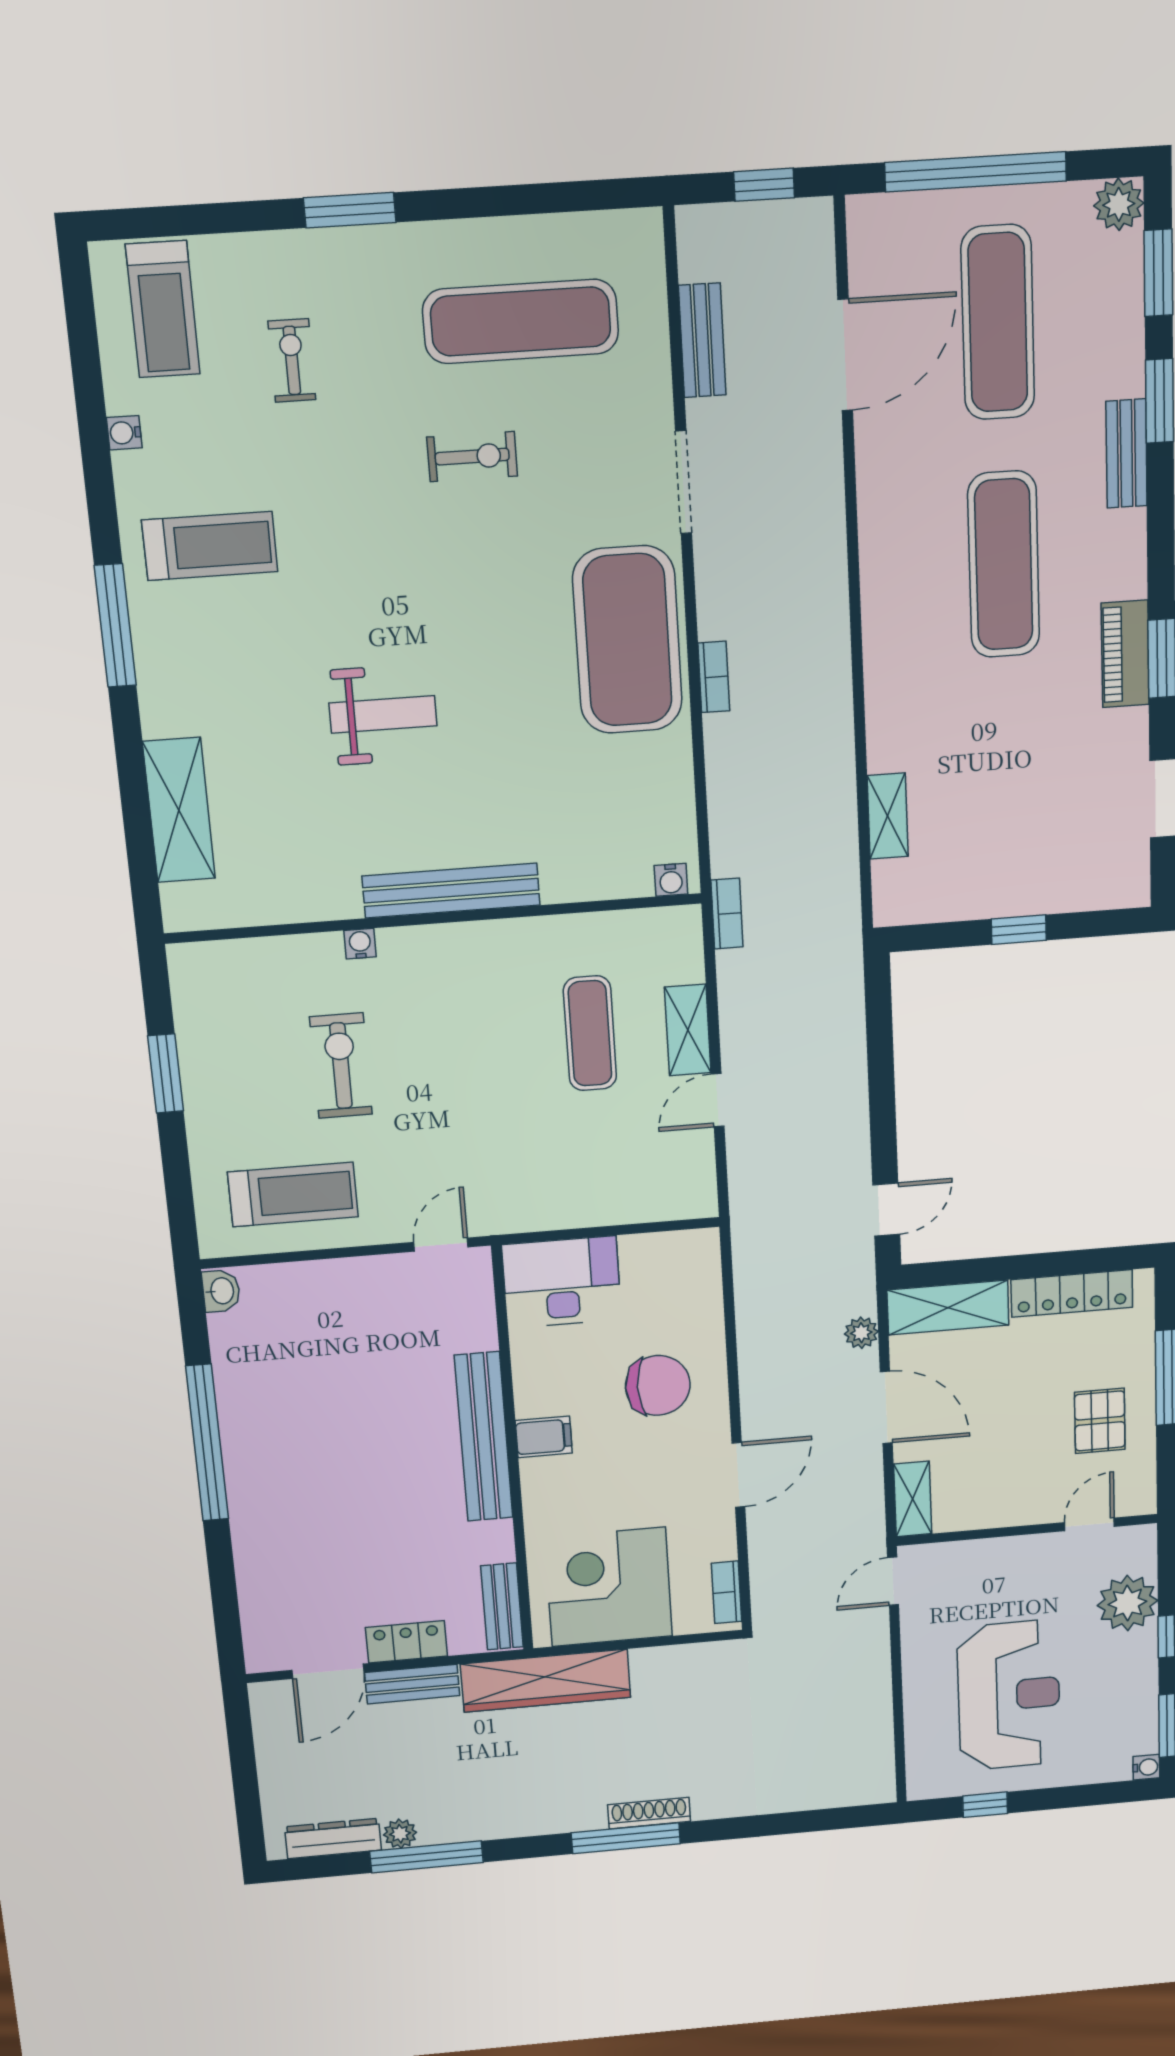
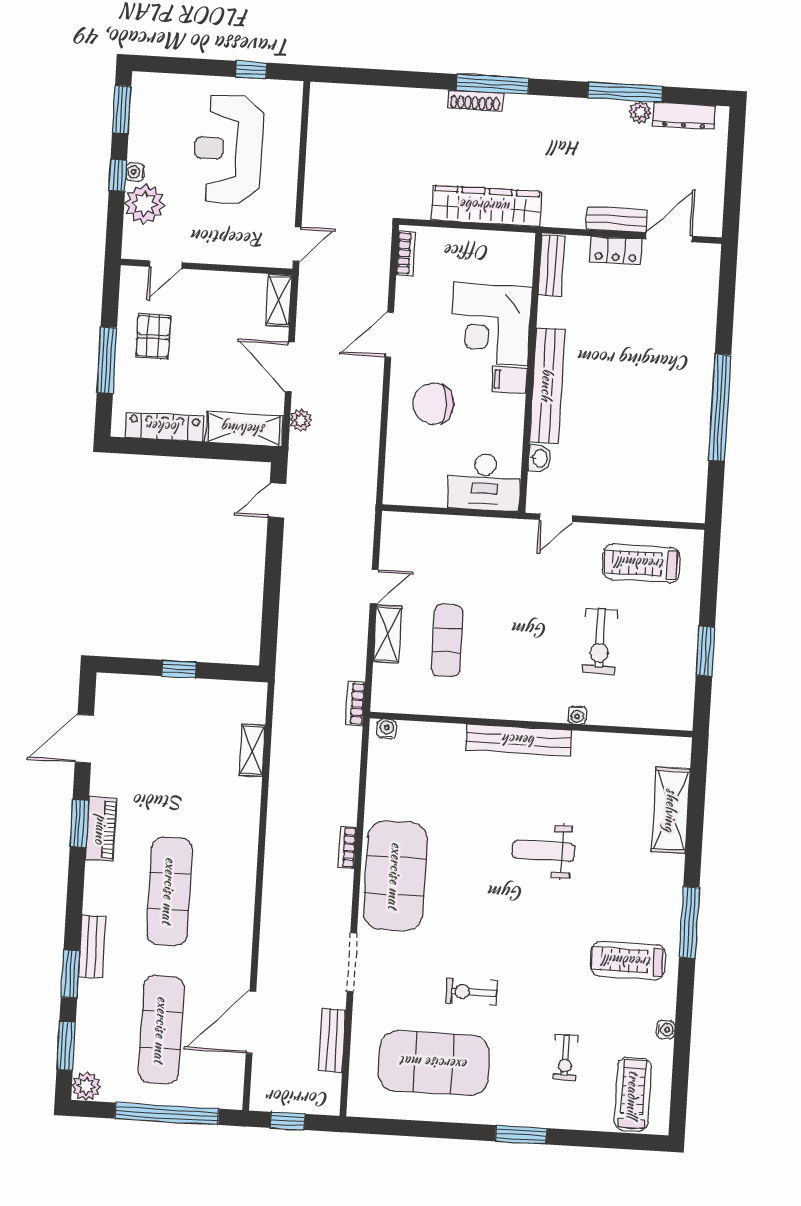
exercise mat: (521, 321) -> (434, 1063), width x1.47
washbasin: (221, 1291) -> (539, 458), moved, turned 180
corner desk: (609, 1587) -> (491, 324), moved, turned 90
wardrobe: (546, 1681) -> (486, 206), moved
water cooler: (1146, 1767) -> (135, 172), moved

